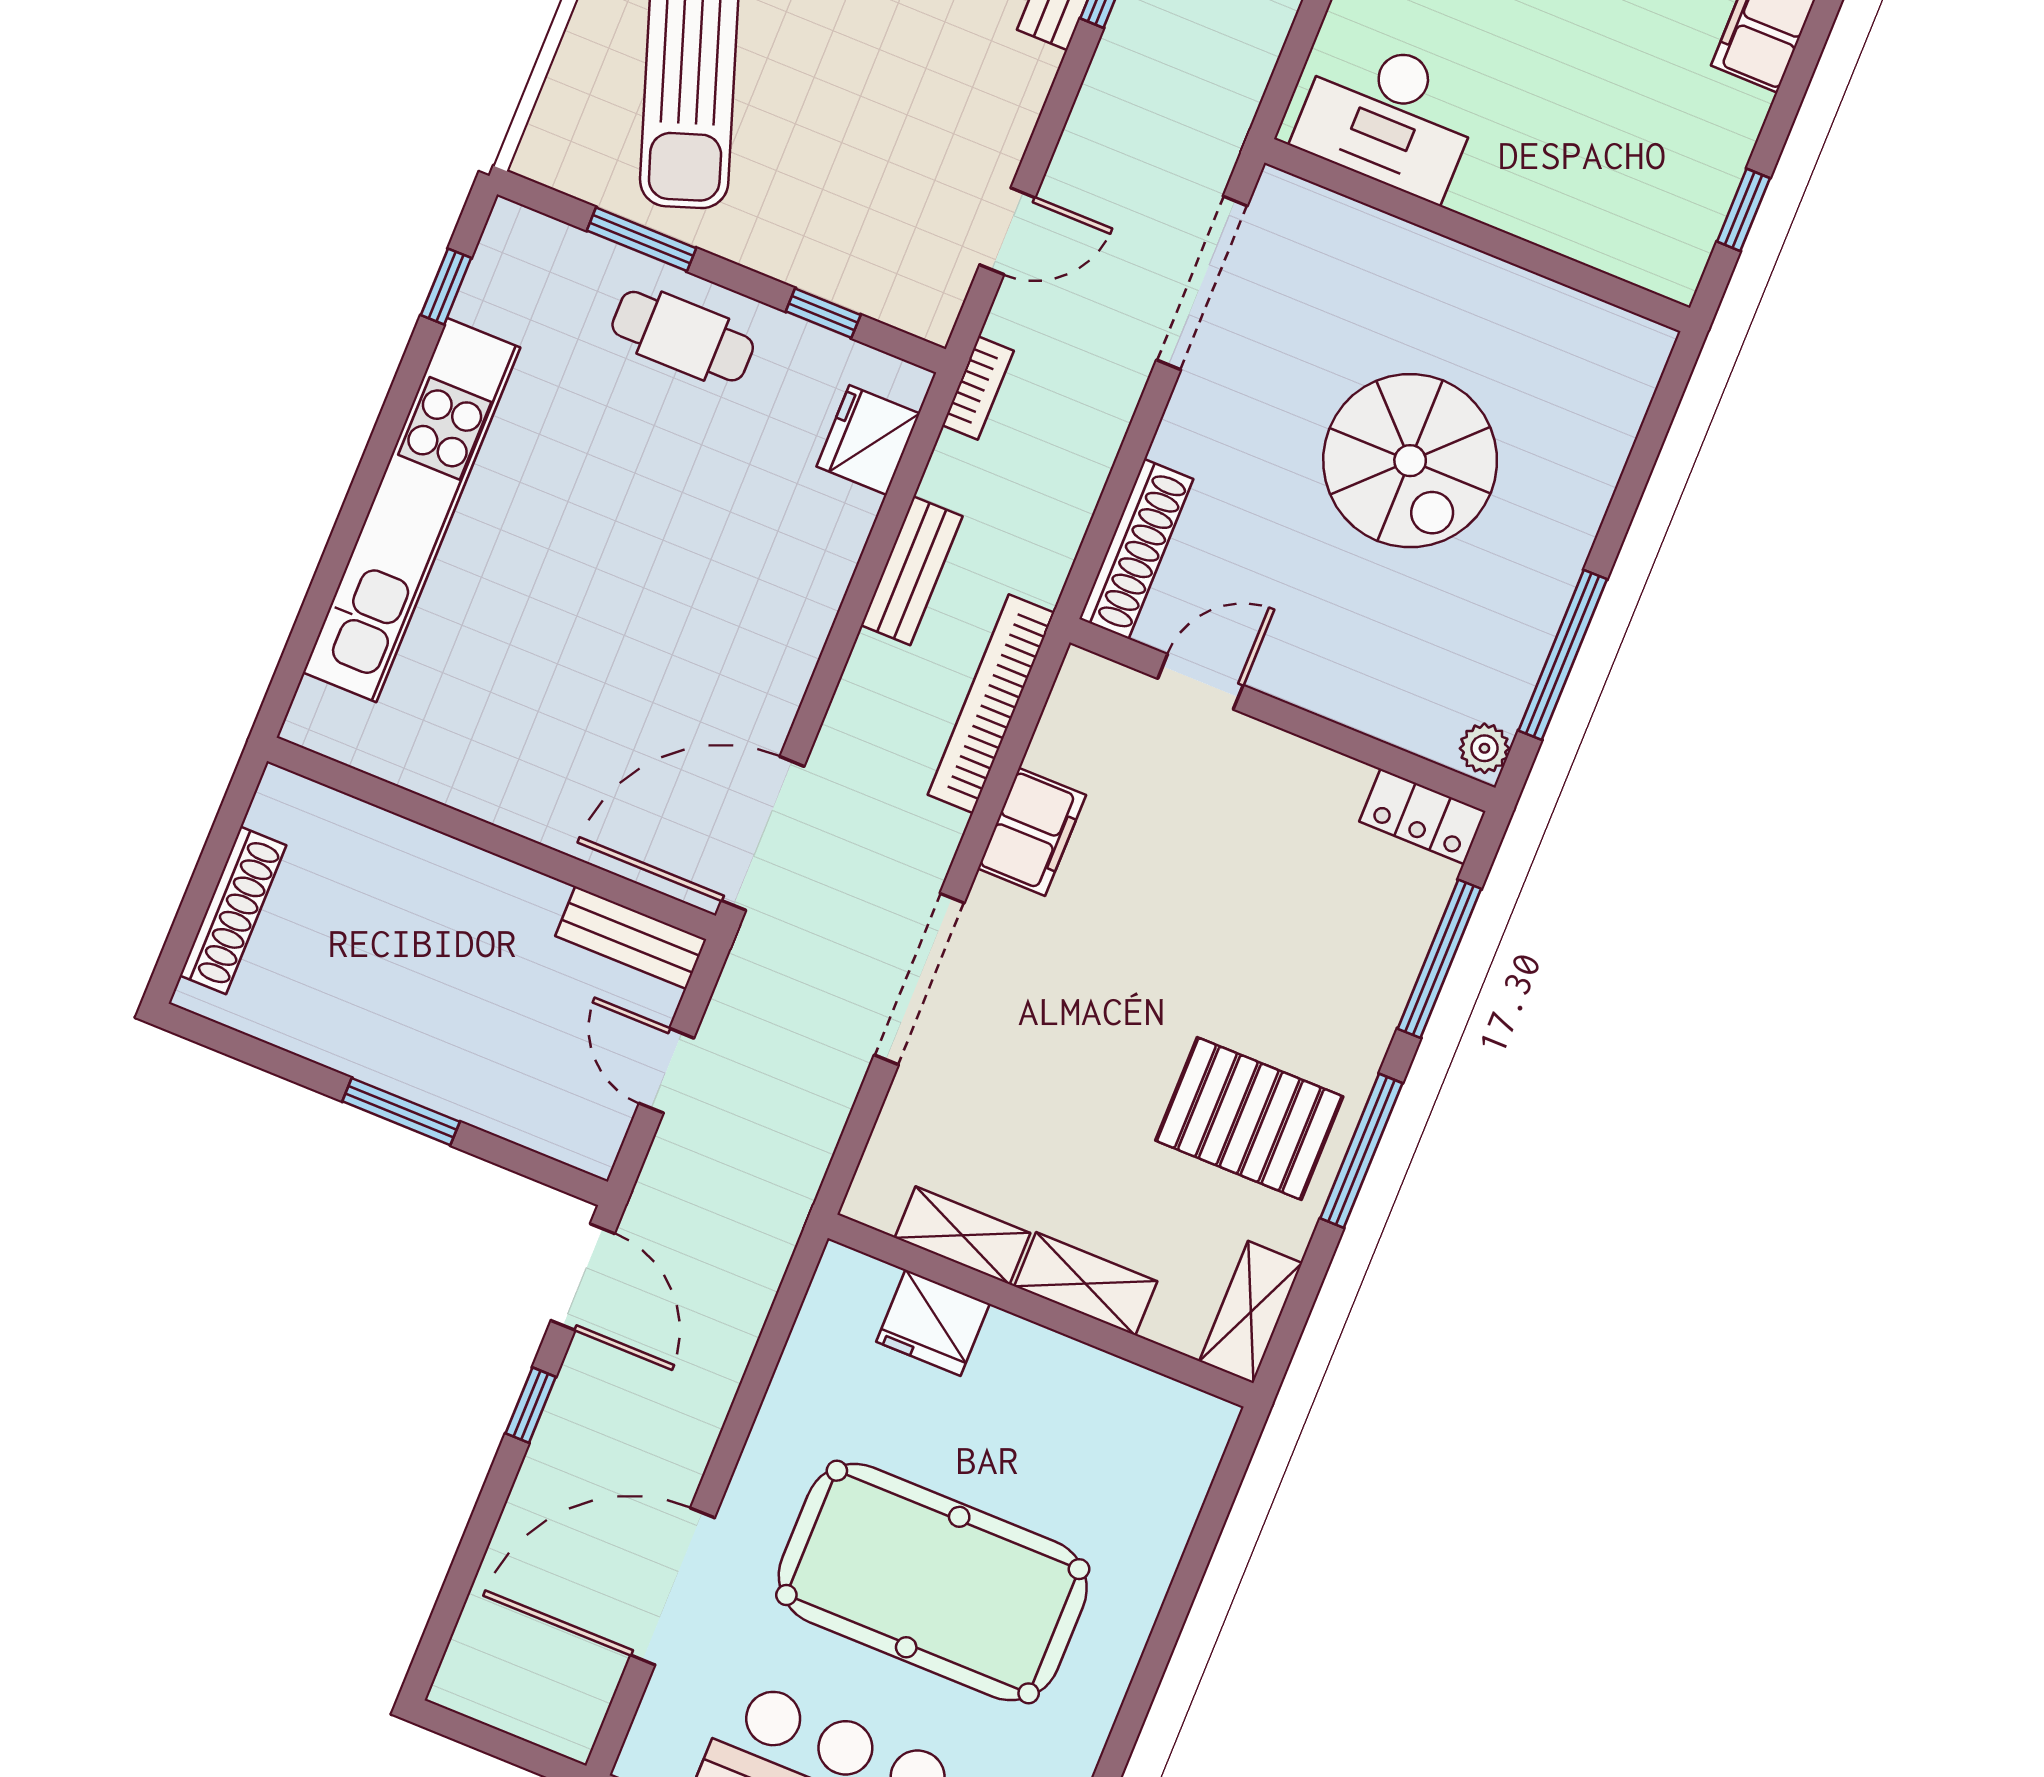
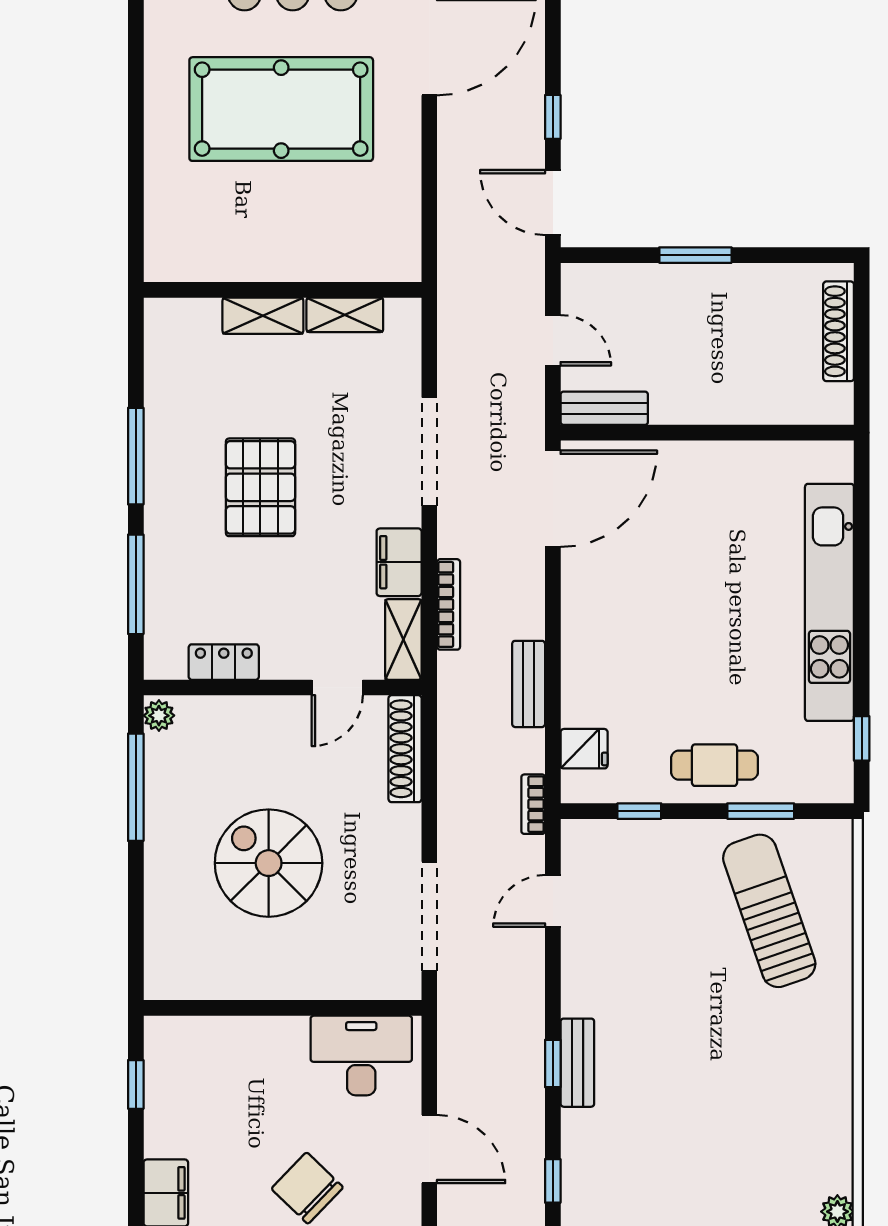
fridge: (868, 440) -> (584, 749), width x0.72
bookcase: (991, 704) -> (449, 604), width x0.68, depth x0.76
locker: (1422, 816) -> (224, 662), moved
pallet: (1249, 1119) -> (260, 487), moved, turned 90
shelving: (1251, 1312) -> (403, 639), moved
fridge: (933, 1323) -> (341, 258), removed

